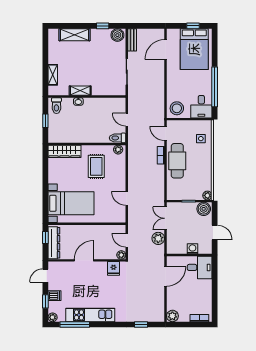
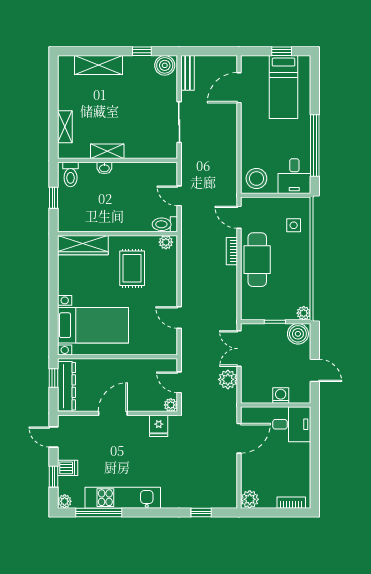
bed: (194, 49) -> (283, 87), width x0.67
door: (45, 276) -> (53, 437), hinge flipped

